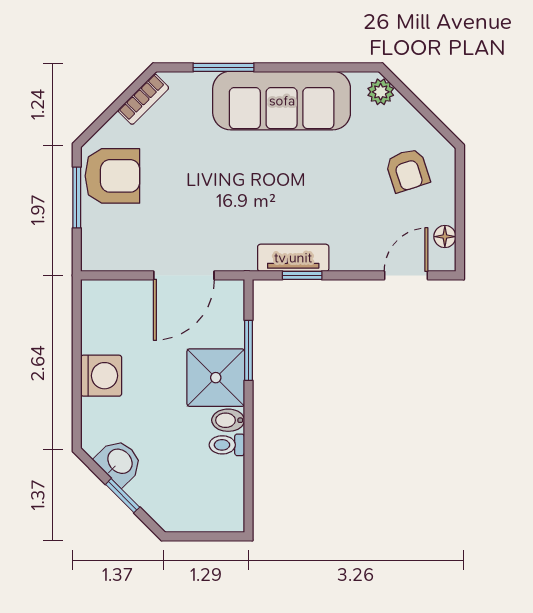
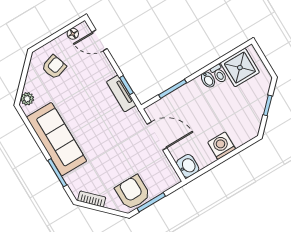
shower: (216, 378) -> (240, 68), moved
washbasin: (119, 462) -> (188, 166), moved, turned 135

